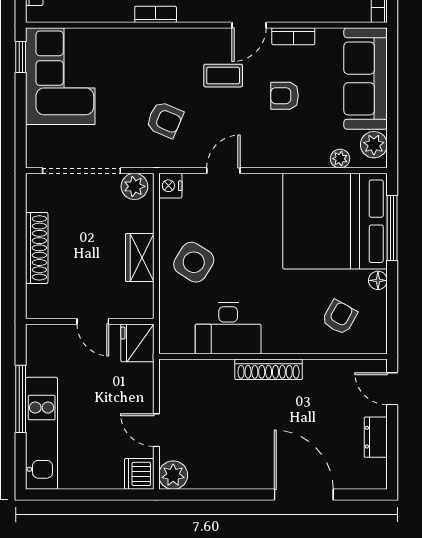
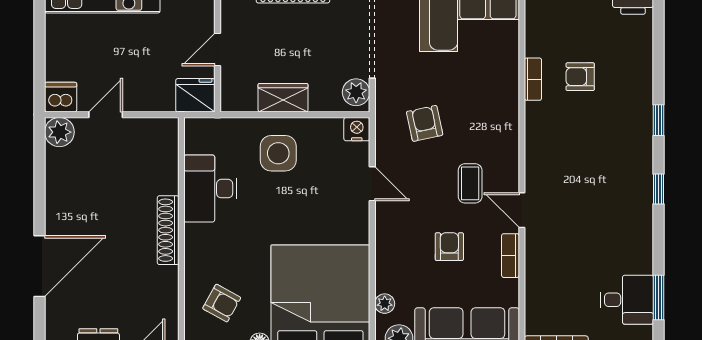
bookcase: (156, 14) -> (533, 79), moved
armchair: (165, 120) -> (425, 123), turned 145
side table: (194, 262) -> (278, 153), turned -32

